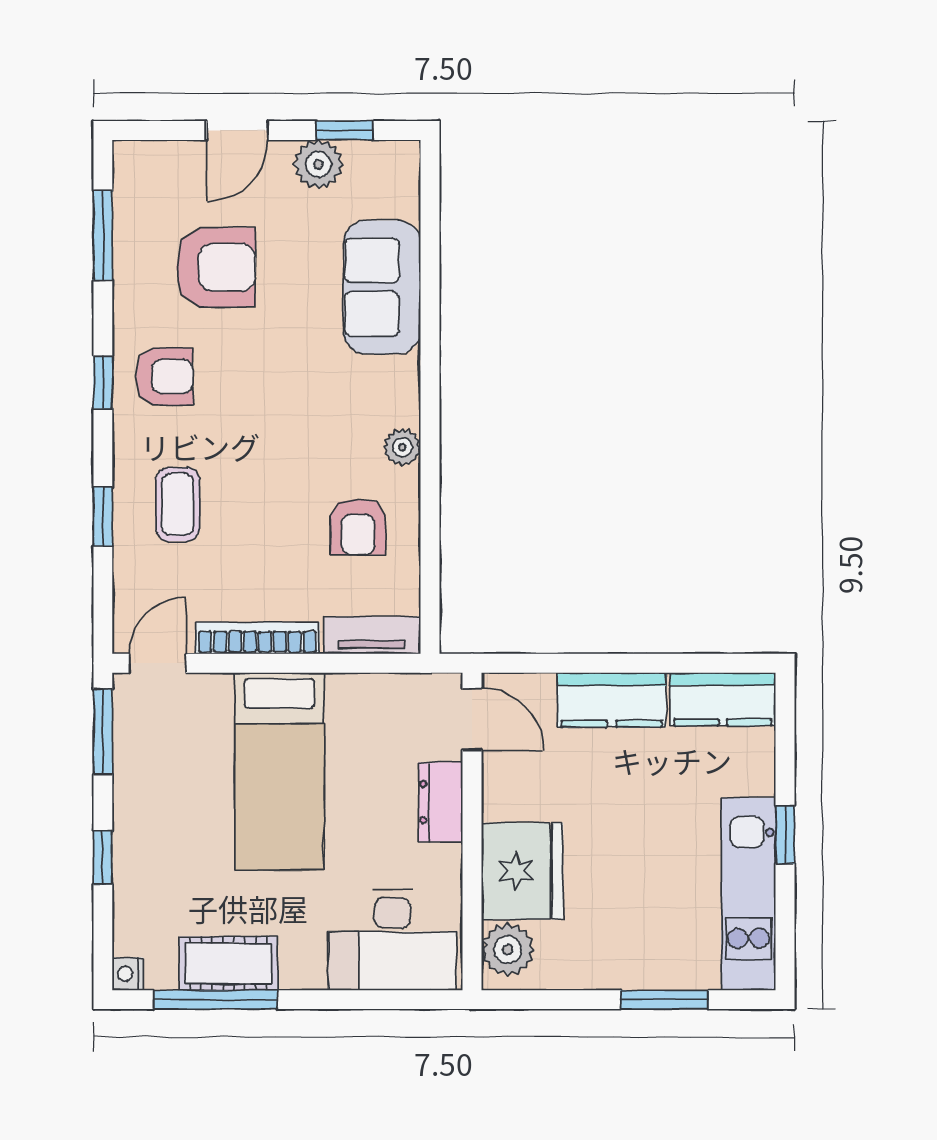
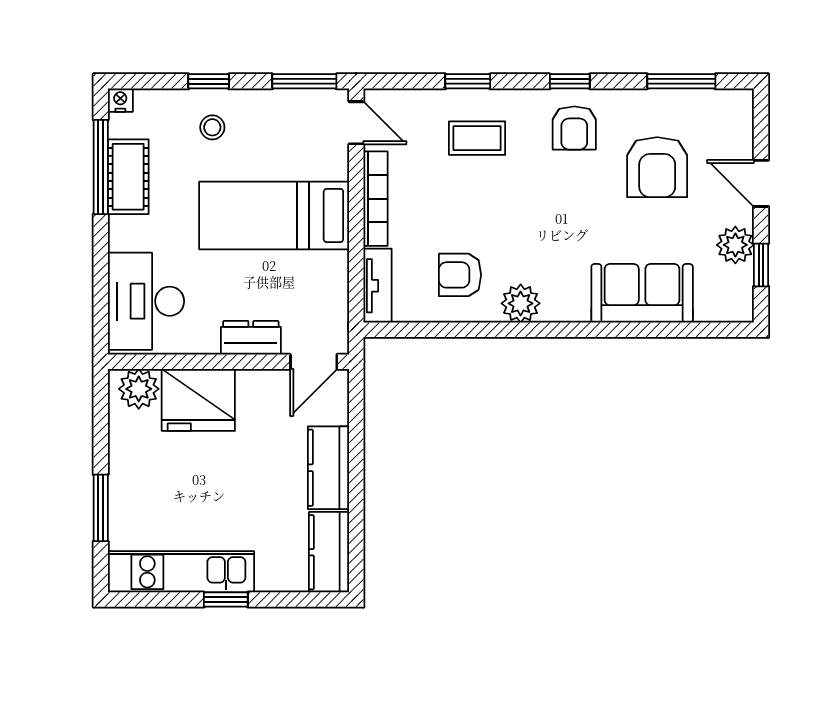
plant: (402, 447) -> (521, 303), width x1.38, depth x1.38
stool: (164, 853) -> (212, 127), added

